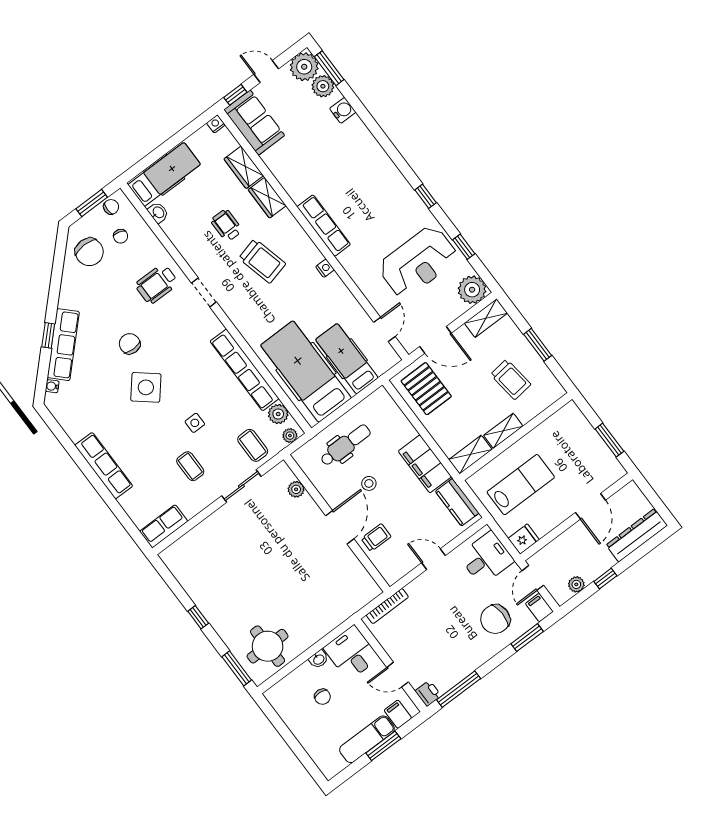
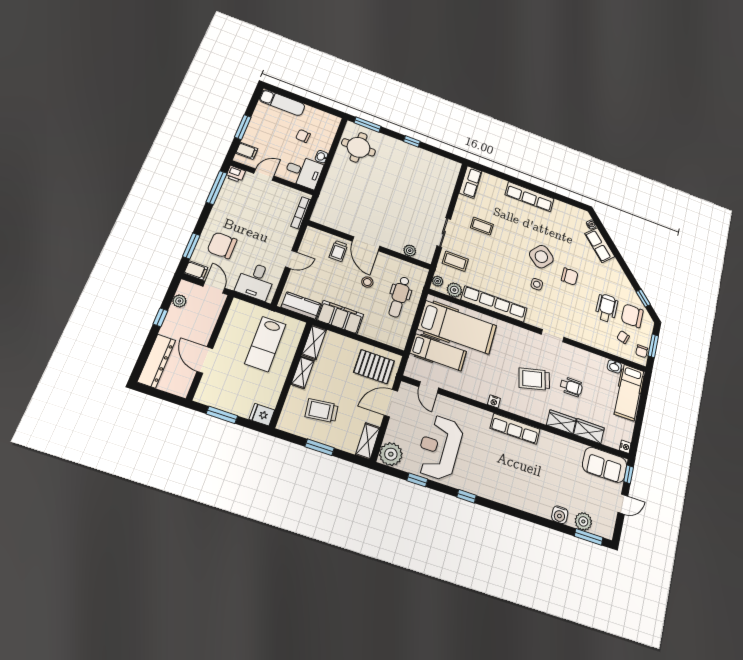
plant: (304, 67) -> (604, 526), removed
wheelchair: (157, 284) -> (607, 308), moved
window: (48, 335) -> (643, 298), moved
row of seats: (63, 345) -> (600, 245), width x0.68
side table: (195, 423) -> (537, 284), moved
fridge: (524, 539) -> (262, 415), moved, turned 90
chair: (495, 619) -> (222, 245), turned -89
exam couch: (367, 739) -> (282, 103), moved, turned 90

